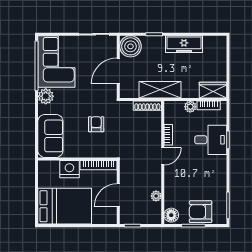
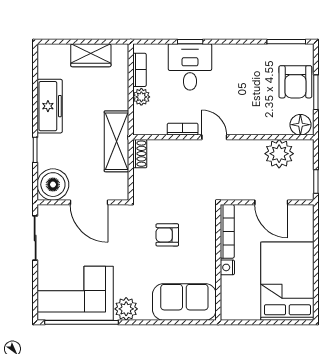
wardrobe: (213, 90) -> (91, 55), moved, turned -90
shoe rack: (147, 106) -> (140, 154), width x0.70
nightstand: (69, 169) -> (227, 267), width x0.53, depth x0.56
plant: (156, 196) -> (279, 154), width x1.88, depth x1.88

